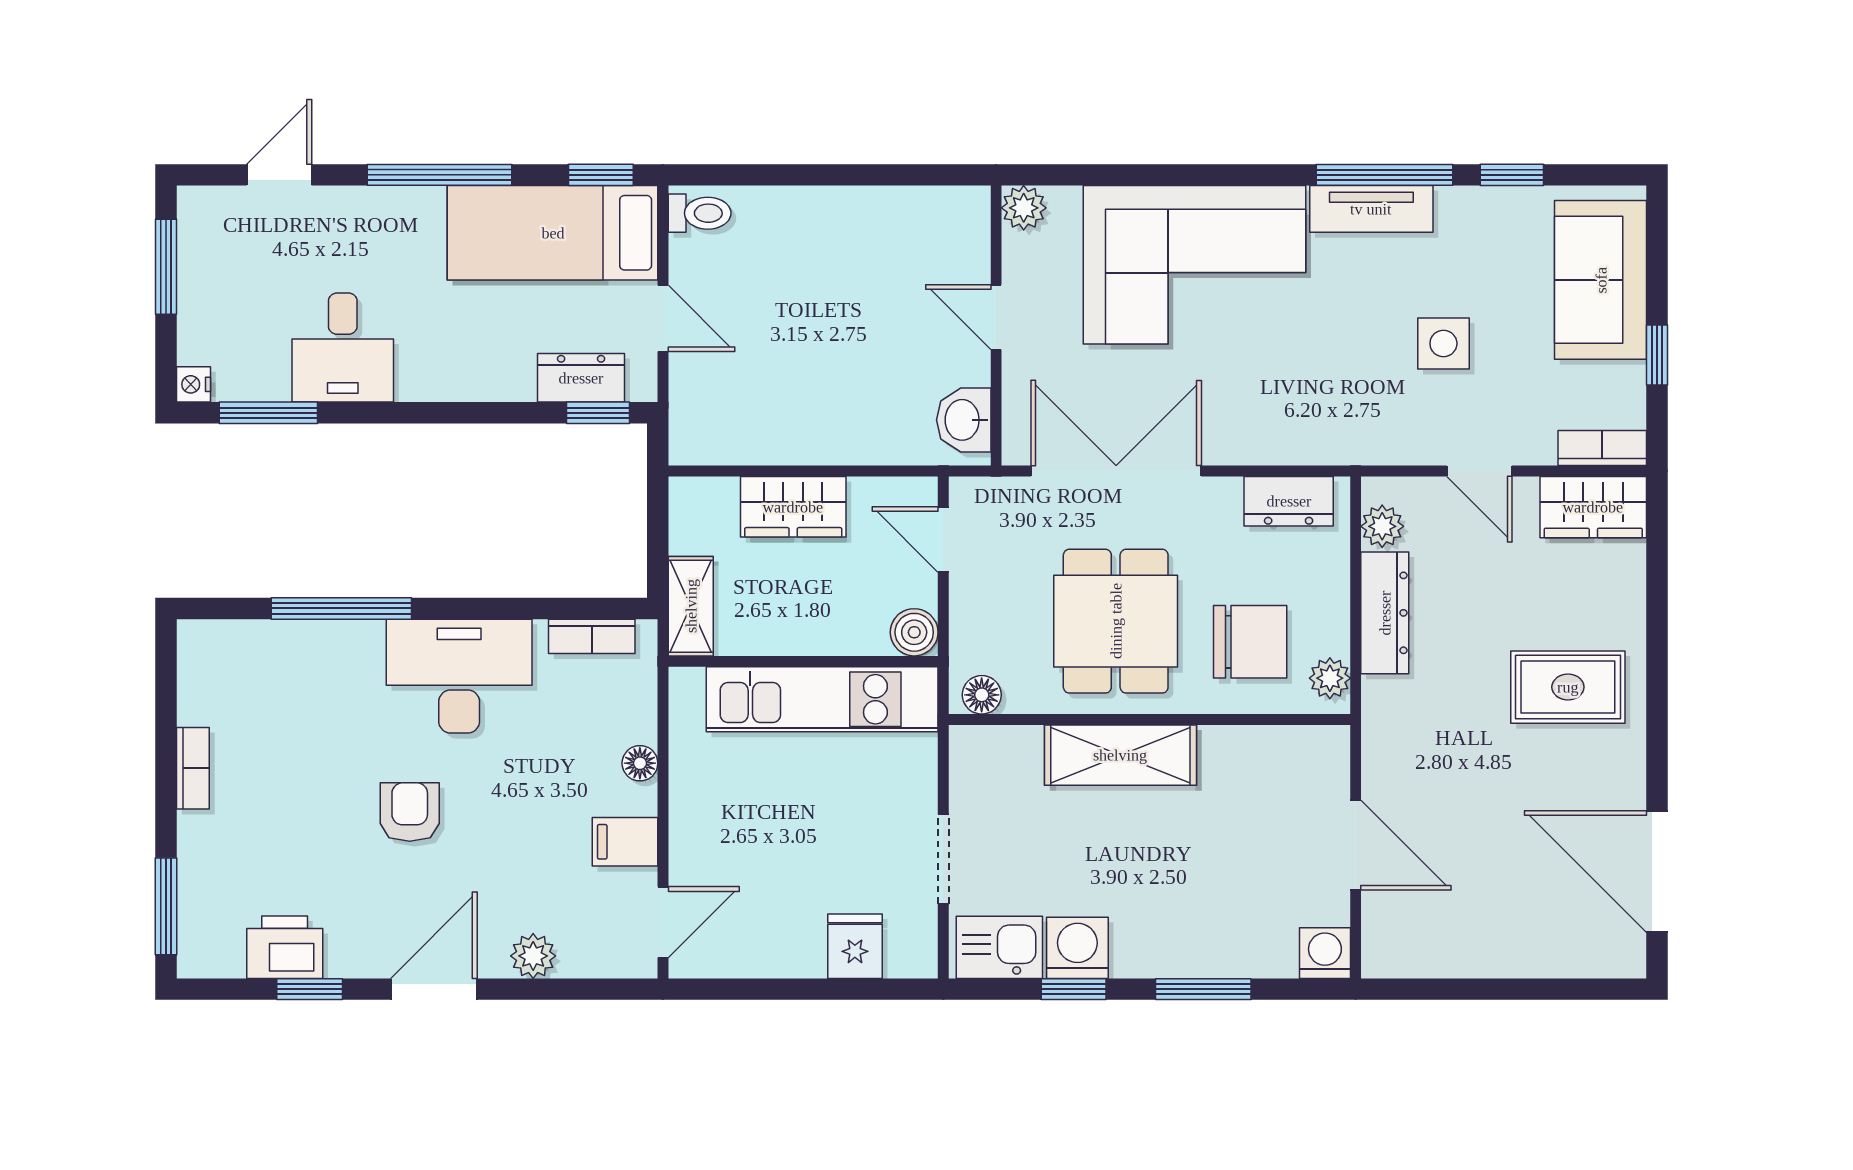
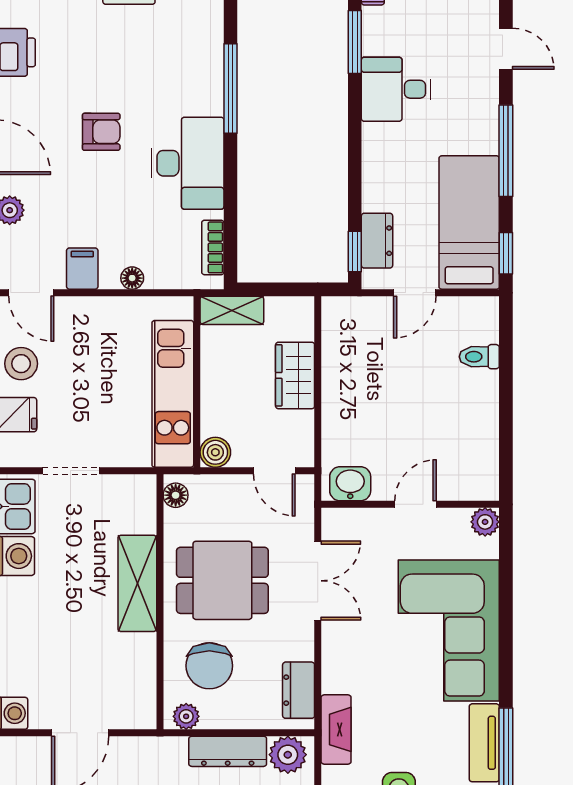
toilet: (700, 213) -> (479, 357), moved, turned 90
fireplace: (1350, 442) -> (336, 729), added
double door: (1116, 471) -> (318, 581), width x0.73
plant: (1382, 526) -> (288, 755), width x1.38, depth x1.38
door: (943, 539) -> (274, 471), swing flipped
stool: (775, 938) -> (21, 364), added

